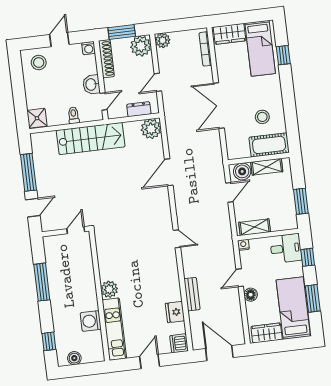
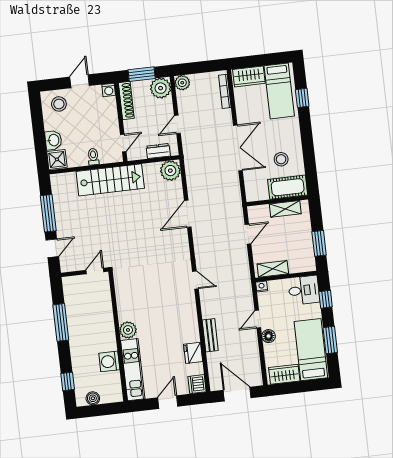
washbasin: (91, 84) -> (53, 140), moved, turned 180
double door: (219, 106) -> (238, 148), swing flipped
boiler: (242, 171) -> (261, 213), removed

